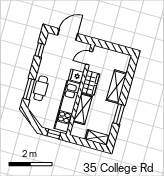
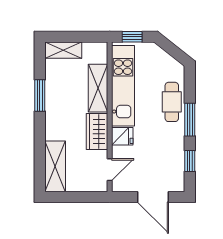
door: (68, 34) -> (153, 197), hinge flipped
shelving: (117, 87) -> (55, 166), moved
window: (29, 89) -> (190, 120), moved

